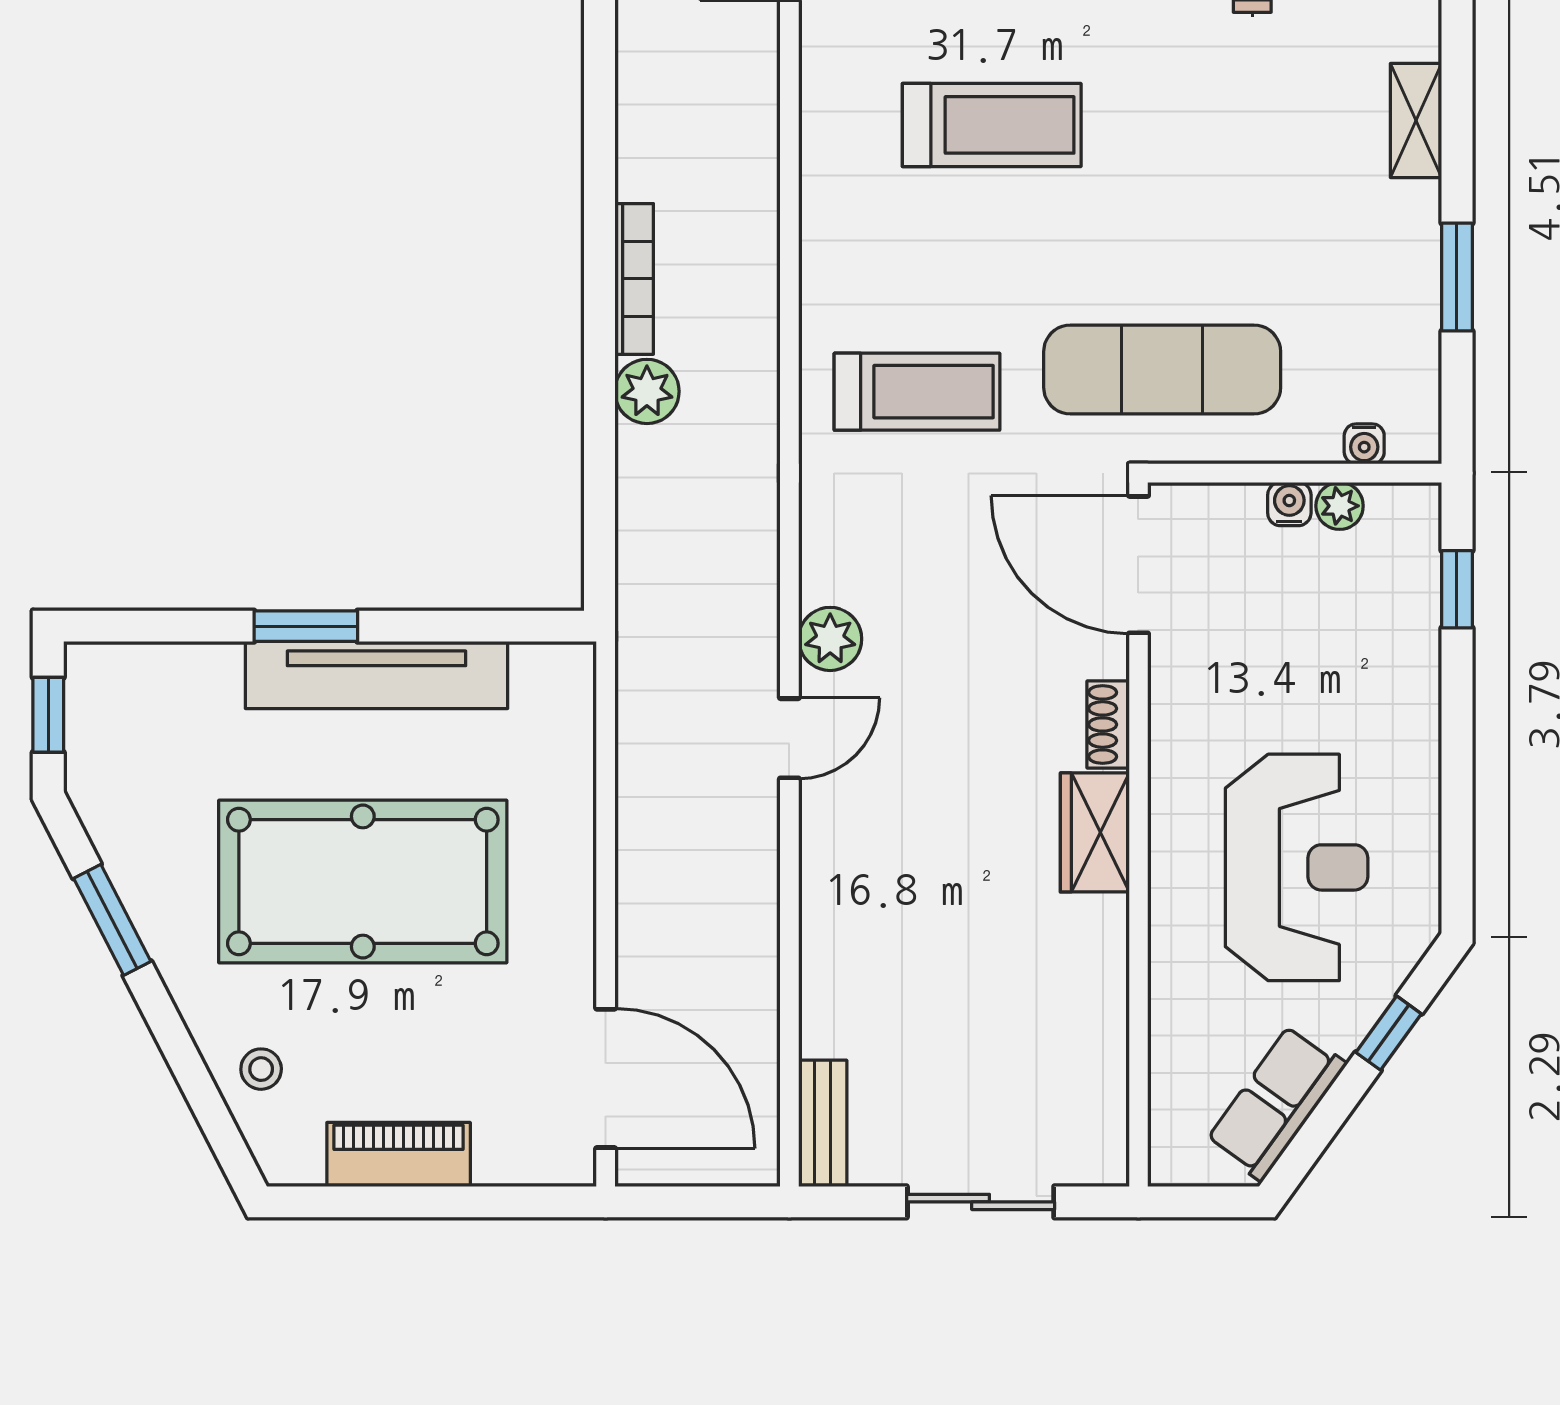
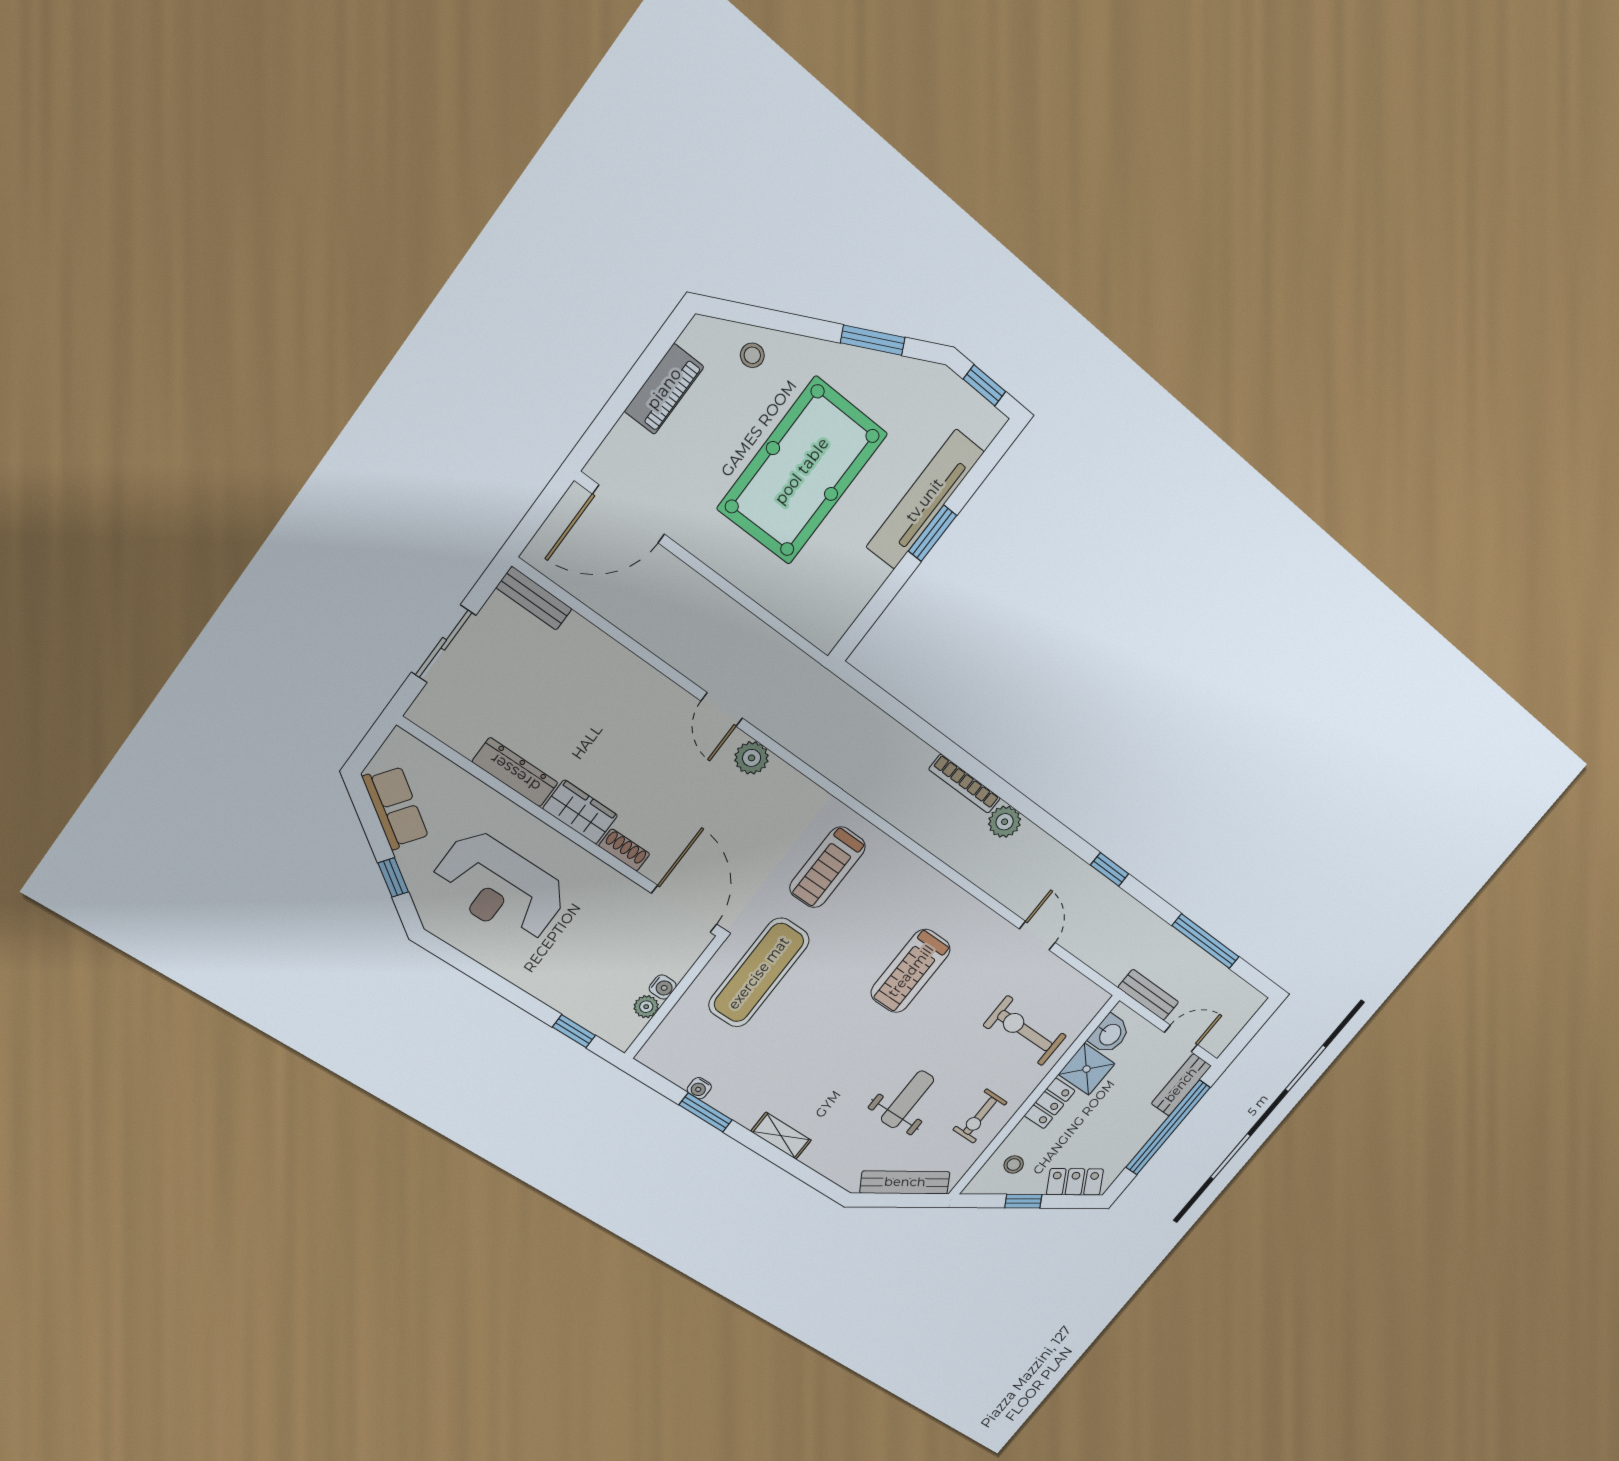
plant: (647, 391) -> (1005, 822), moved
water cooler: (1364, 444) -> (699, 1088), moved, turned -90
door: (1138, 565) -> (684, 909), hinge flipped
tv unit: (376, 675) -> (925, 500), moved
dresser: (1101, 970) -> (515, 772), added

